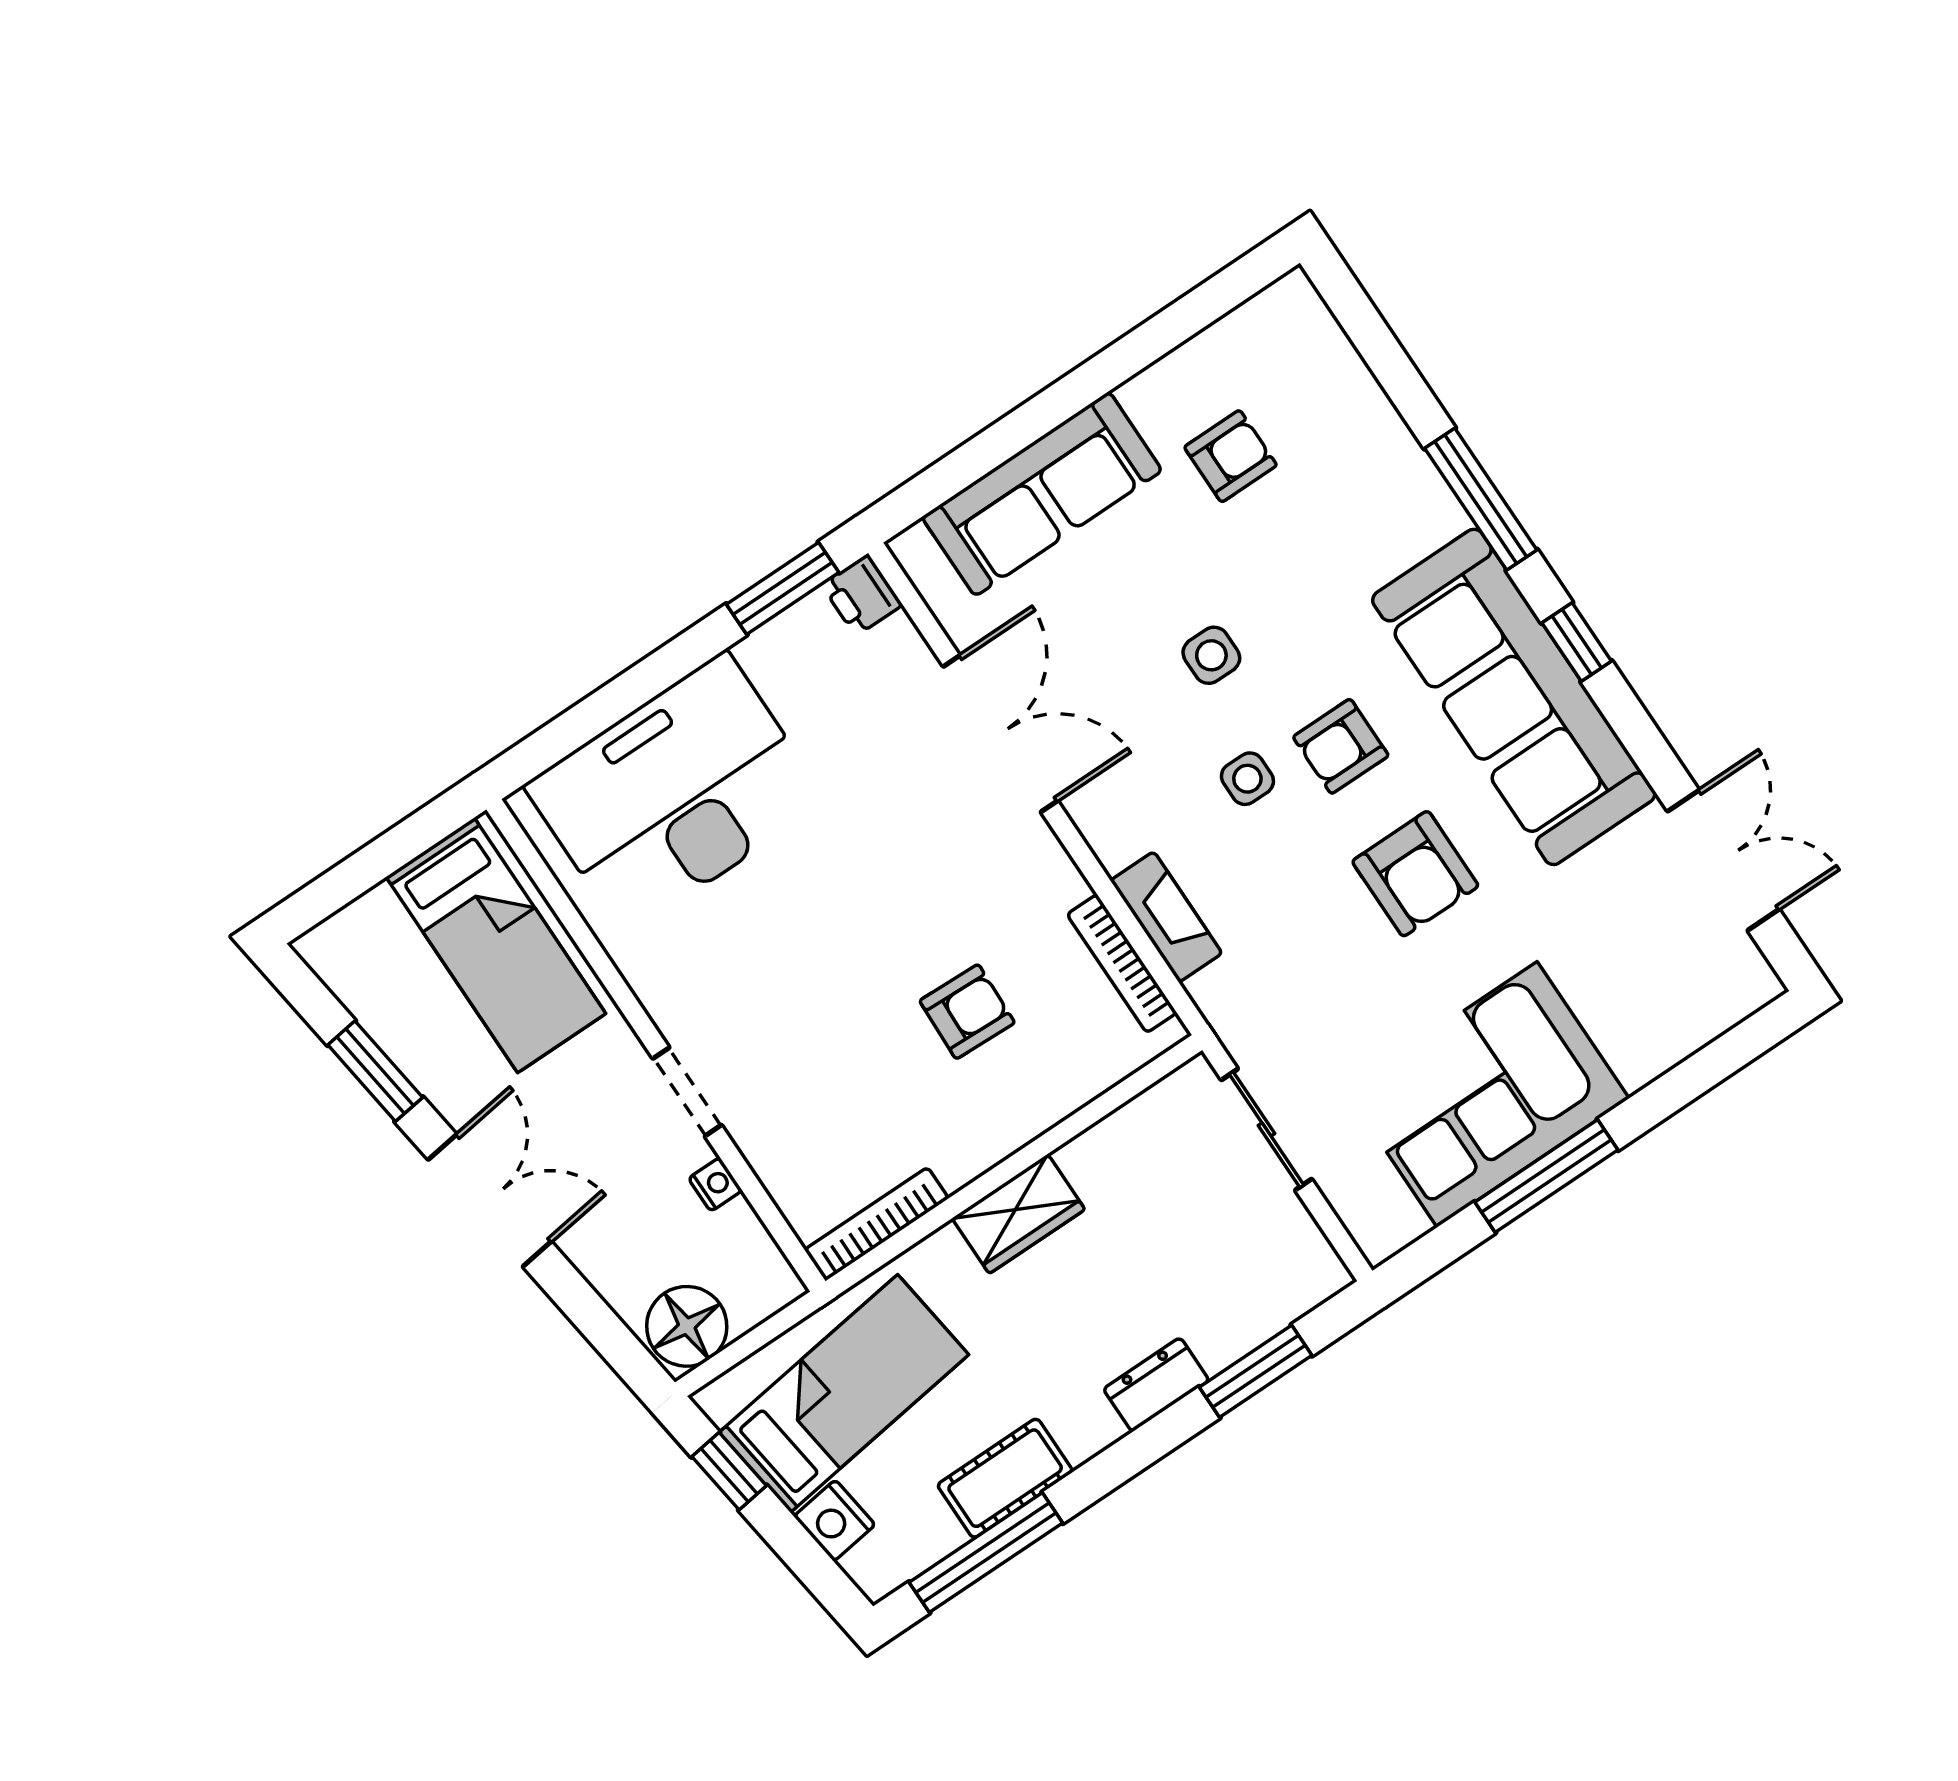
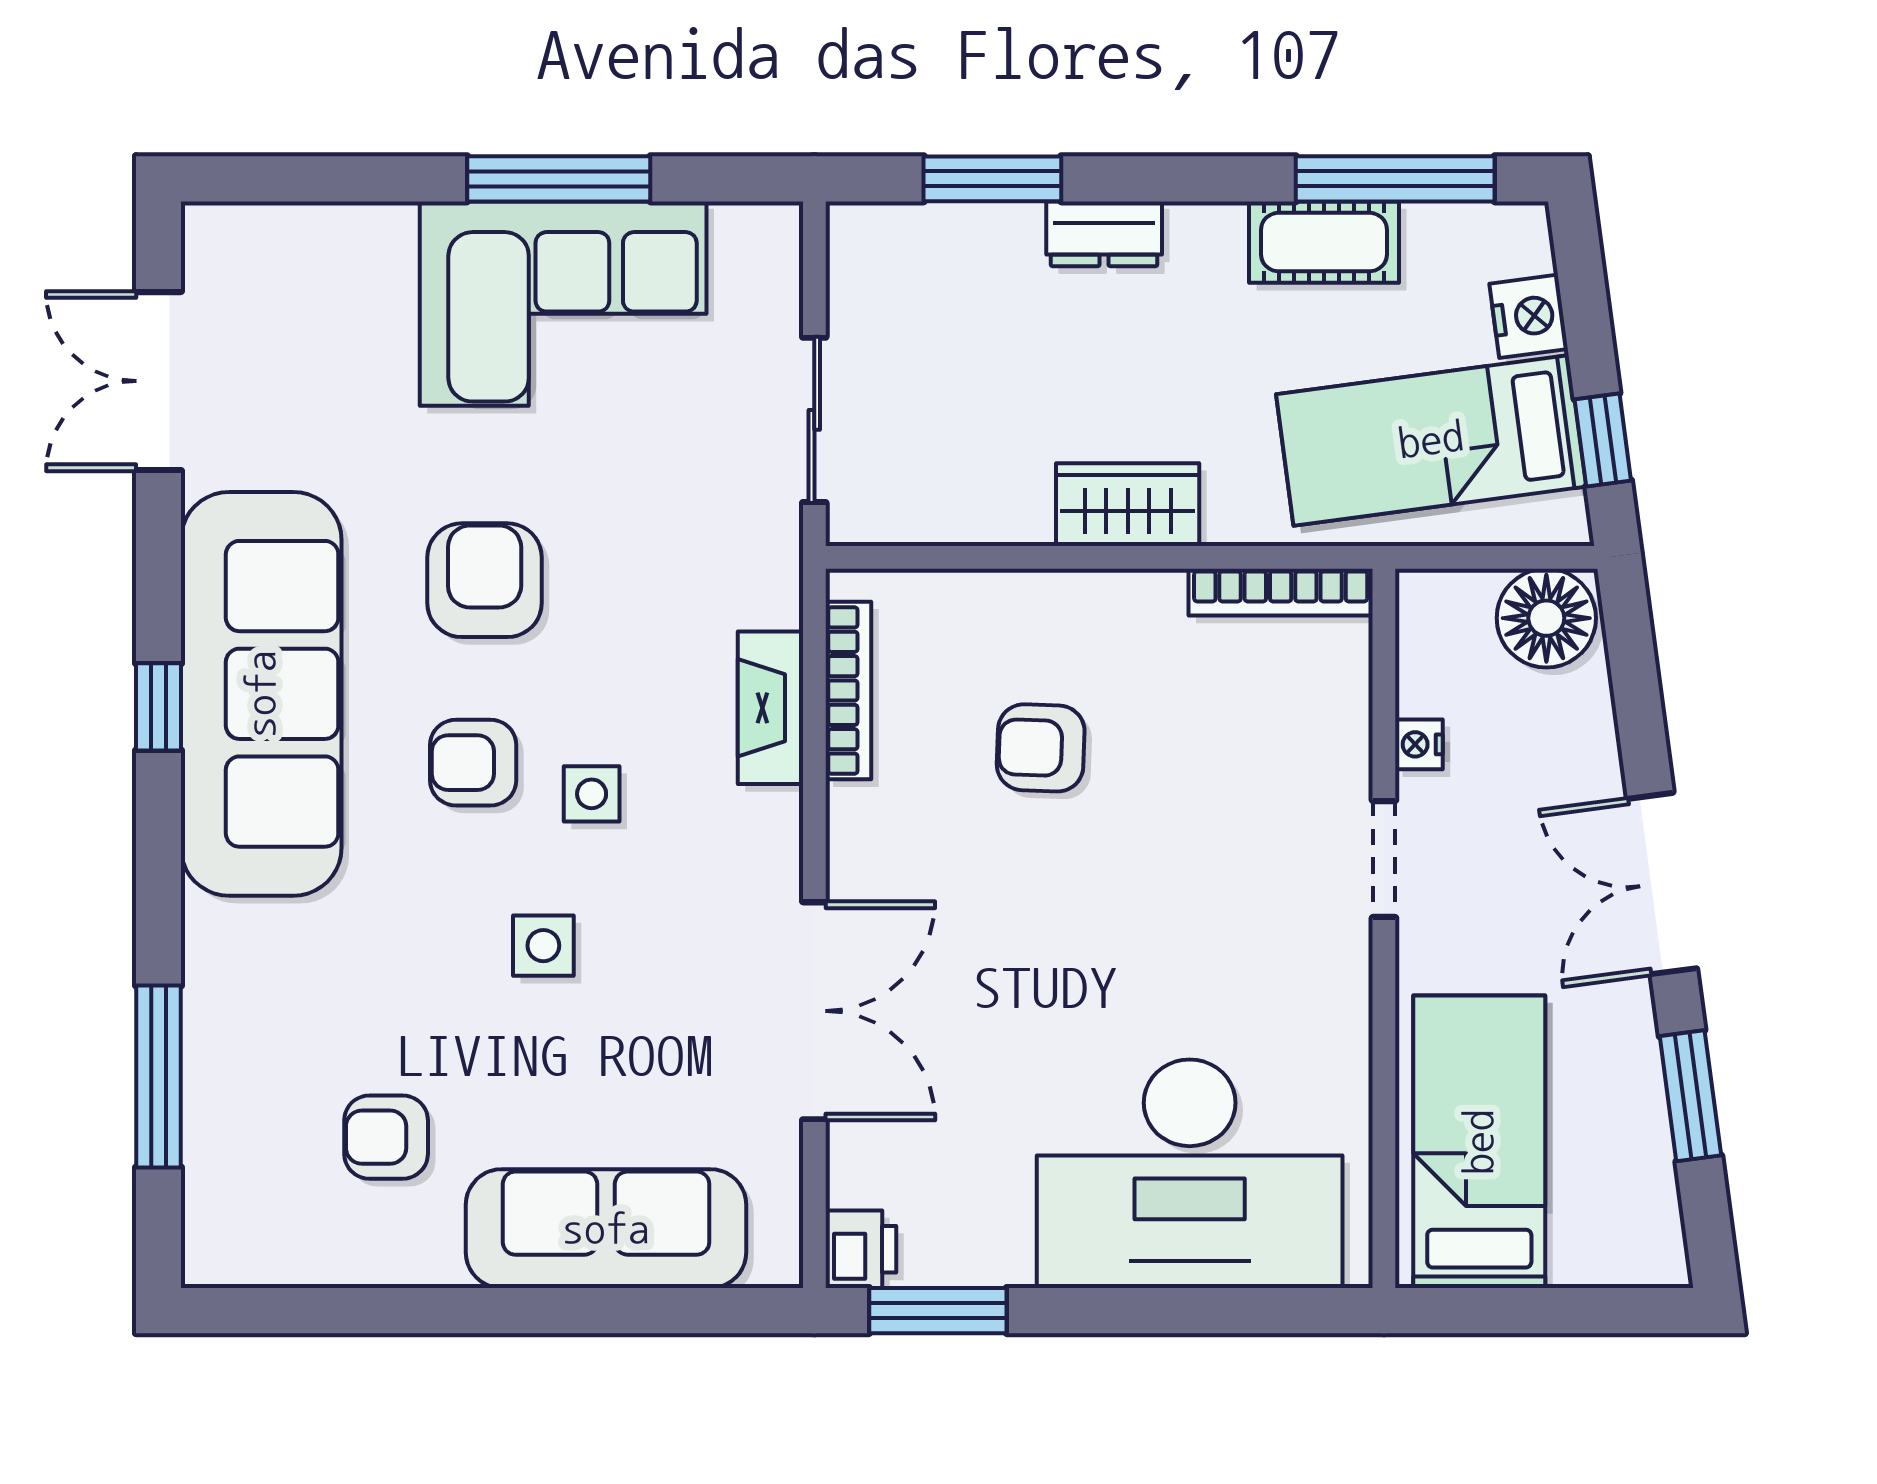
window: (1481, 499) -> (158, 1076), moved
double door: (1000, 734) -> (814, 1011), swing flipped
armchair: (1341, 746) -> (473, 763), turned 180

